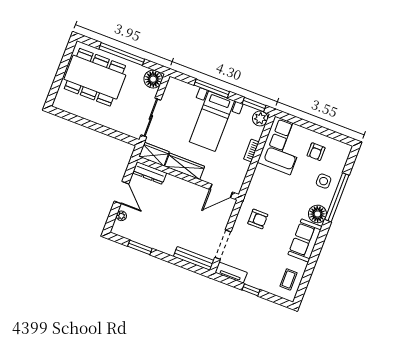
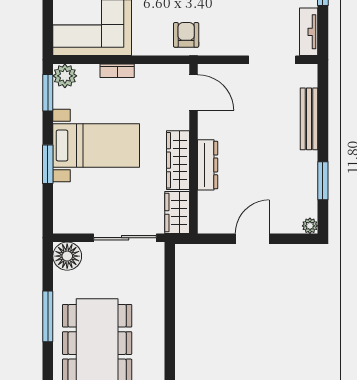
window: (122, 54) -> (48, 316), width x0.68
window: (212, 88) -> (48, 164), width x0.69
dresser: (150, 173) -> (208, 165), moved
plant: (121, 216) -> (310, 226), moved
armchair: (258, 219) -> (186, 35), moved
bench: (194, 259) -> (309, 119), moved

